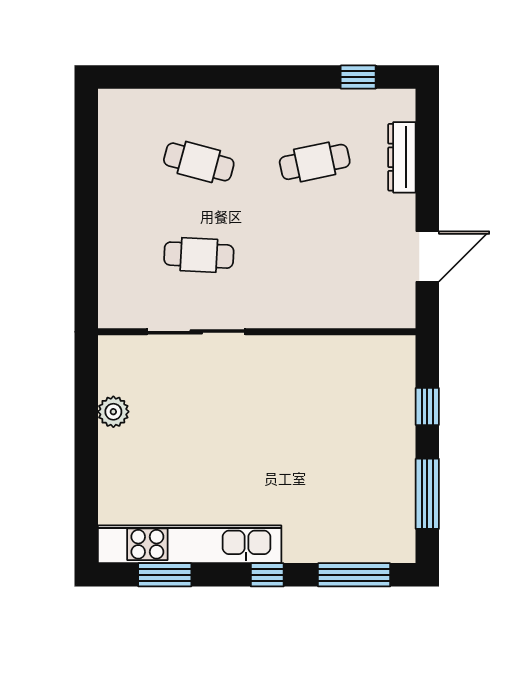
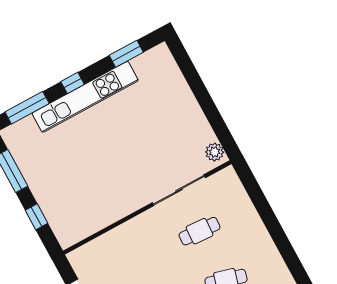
plant: (113, 412) -> (215, 152), moved
kitchen unit: (190, 544) -> (85, 97), moved

